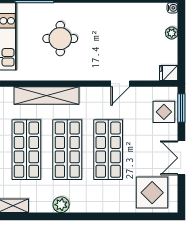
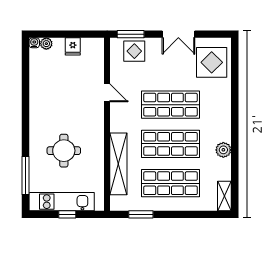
plant: (172, 33) -> (46, 44), moved
fridge: (169, 73) -> (73, 46), moved

